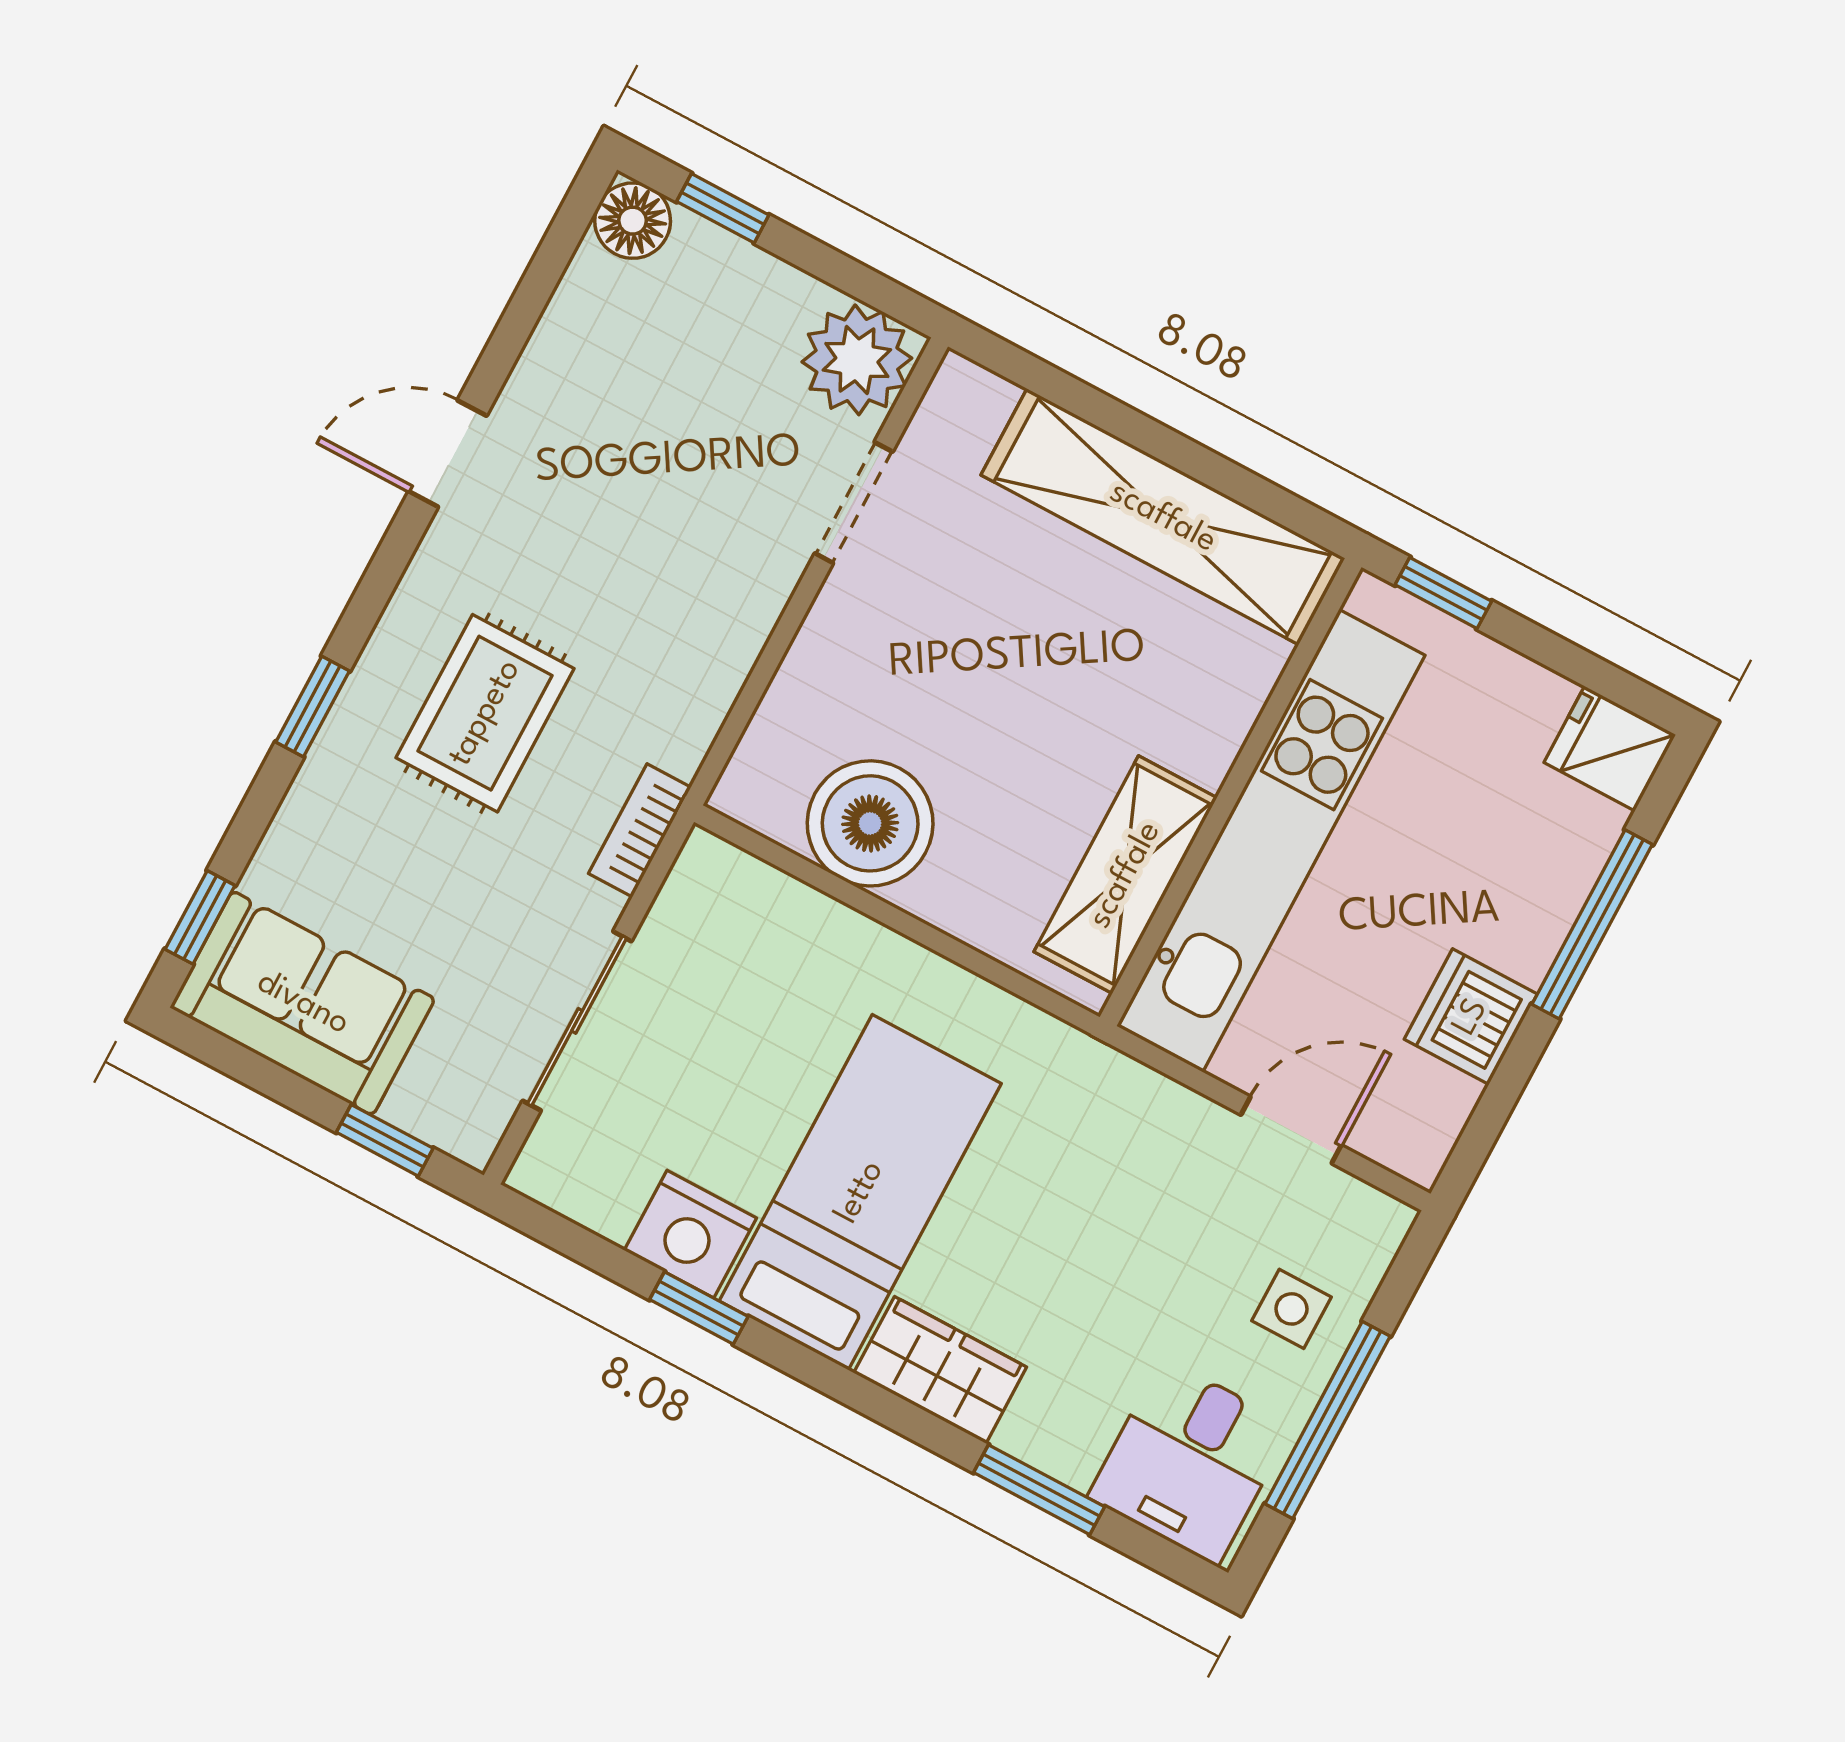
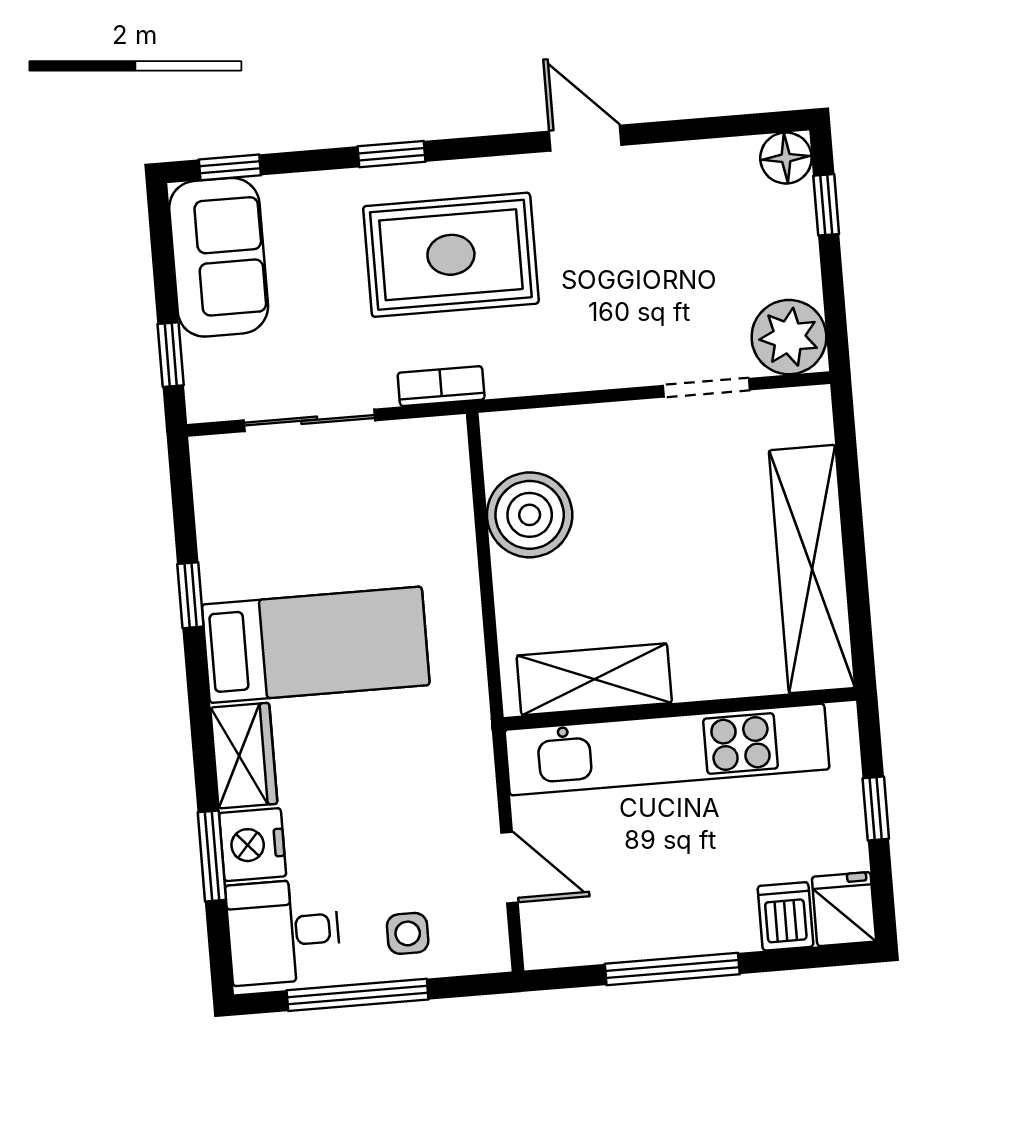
window: (1443, 593) -> (876, 808), moved
rug: (485, 713) -> (451, 255), width x1.36, depth x1.43
window: (1592, 924) -> (672, 969), moved
dishwasher: (1471, 1017) -> (785, 916), moved, width x0.73
nightstand: (690, 1234) -> (253, 845), moved

